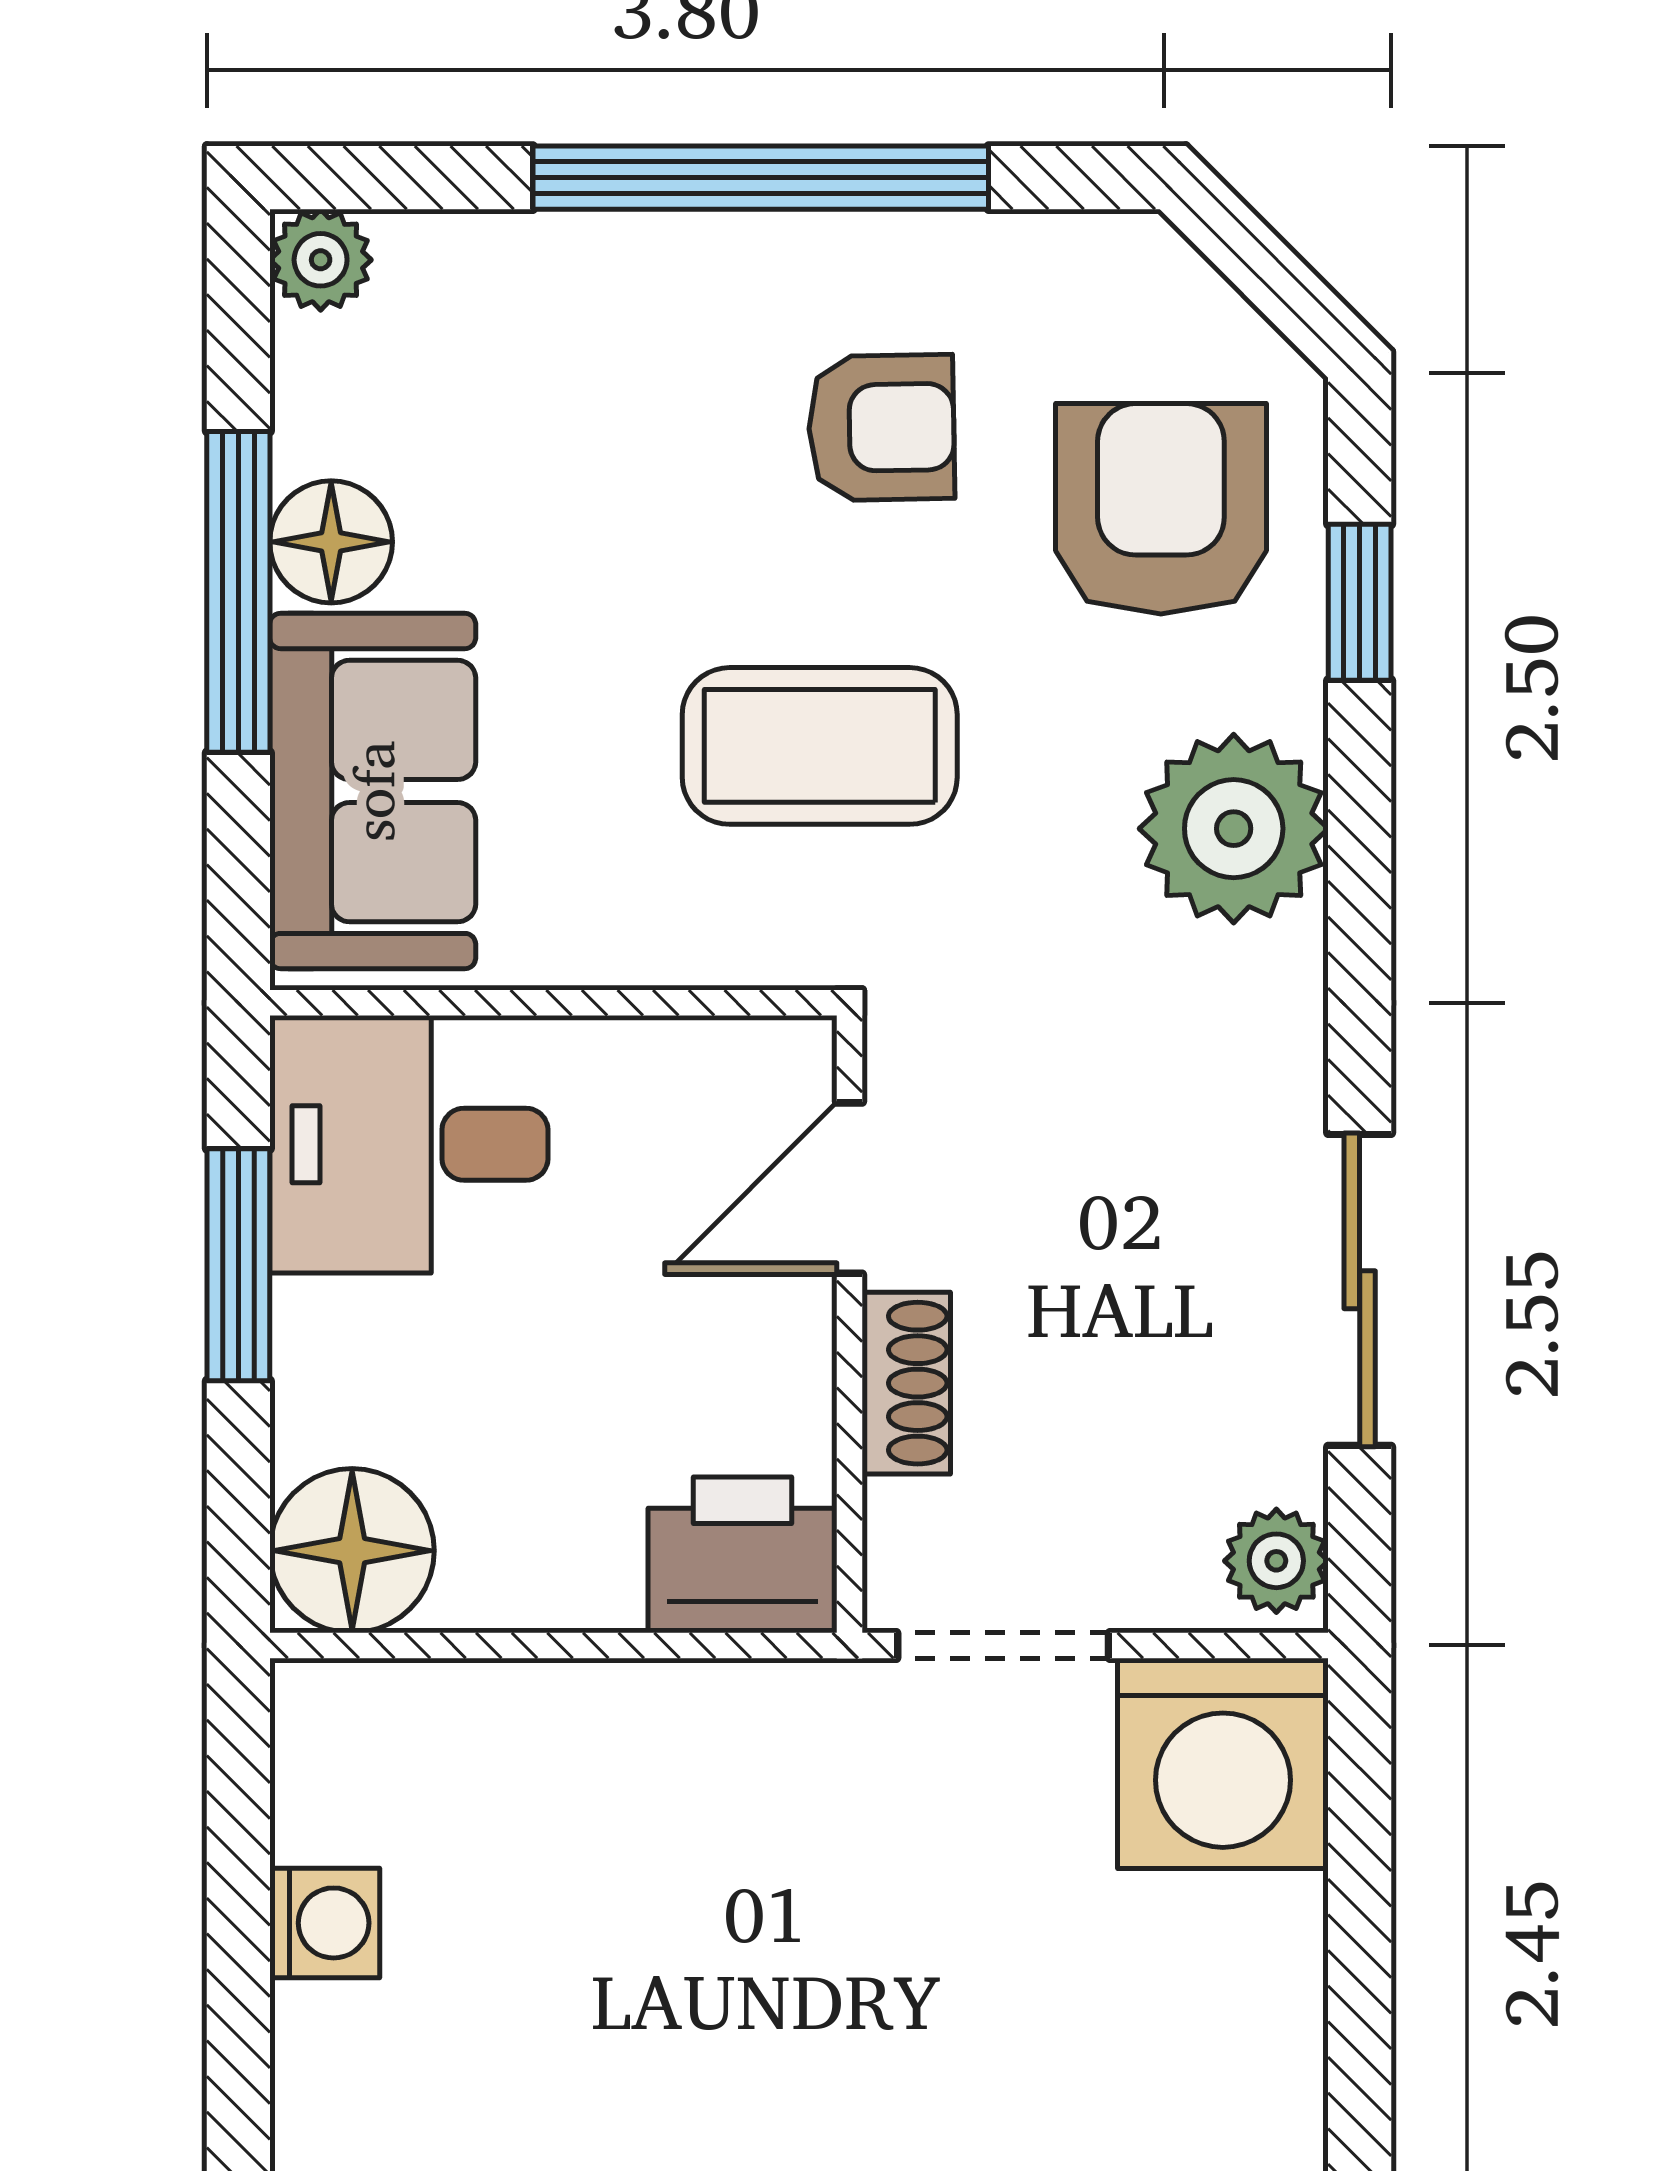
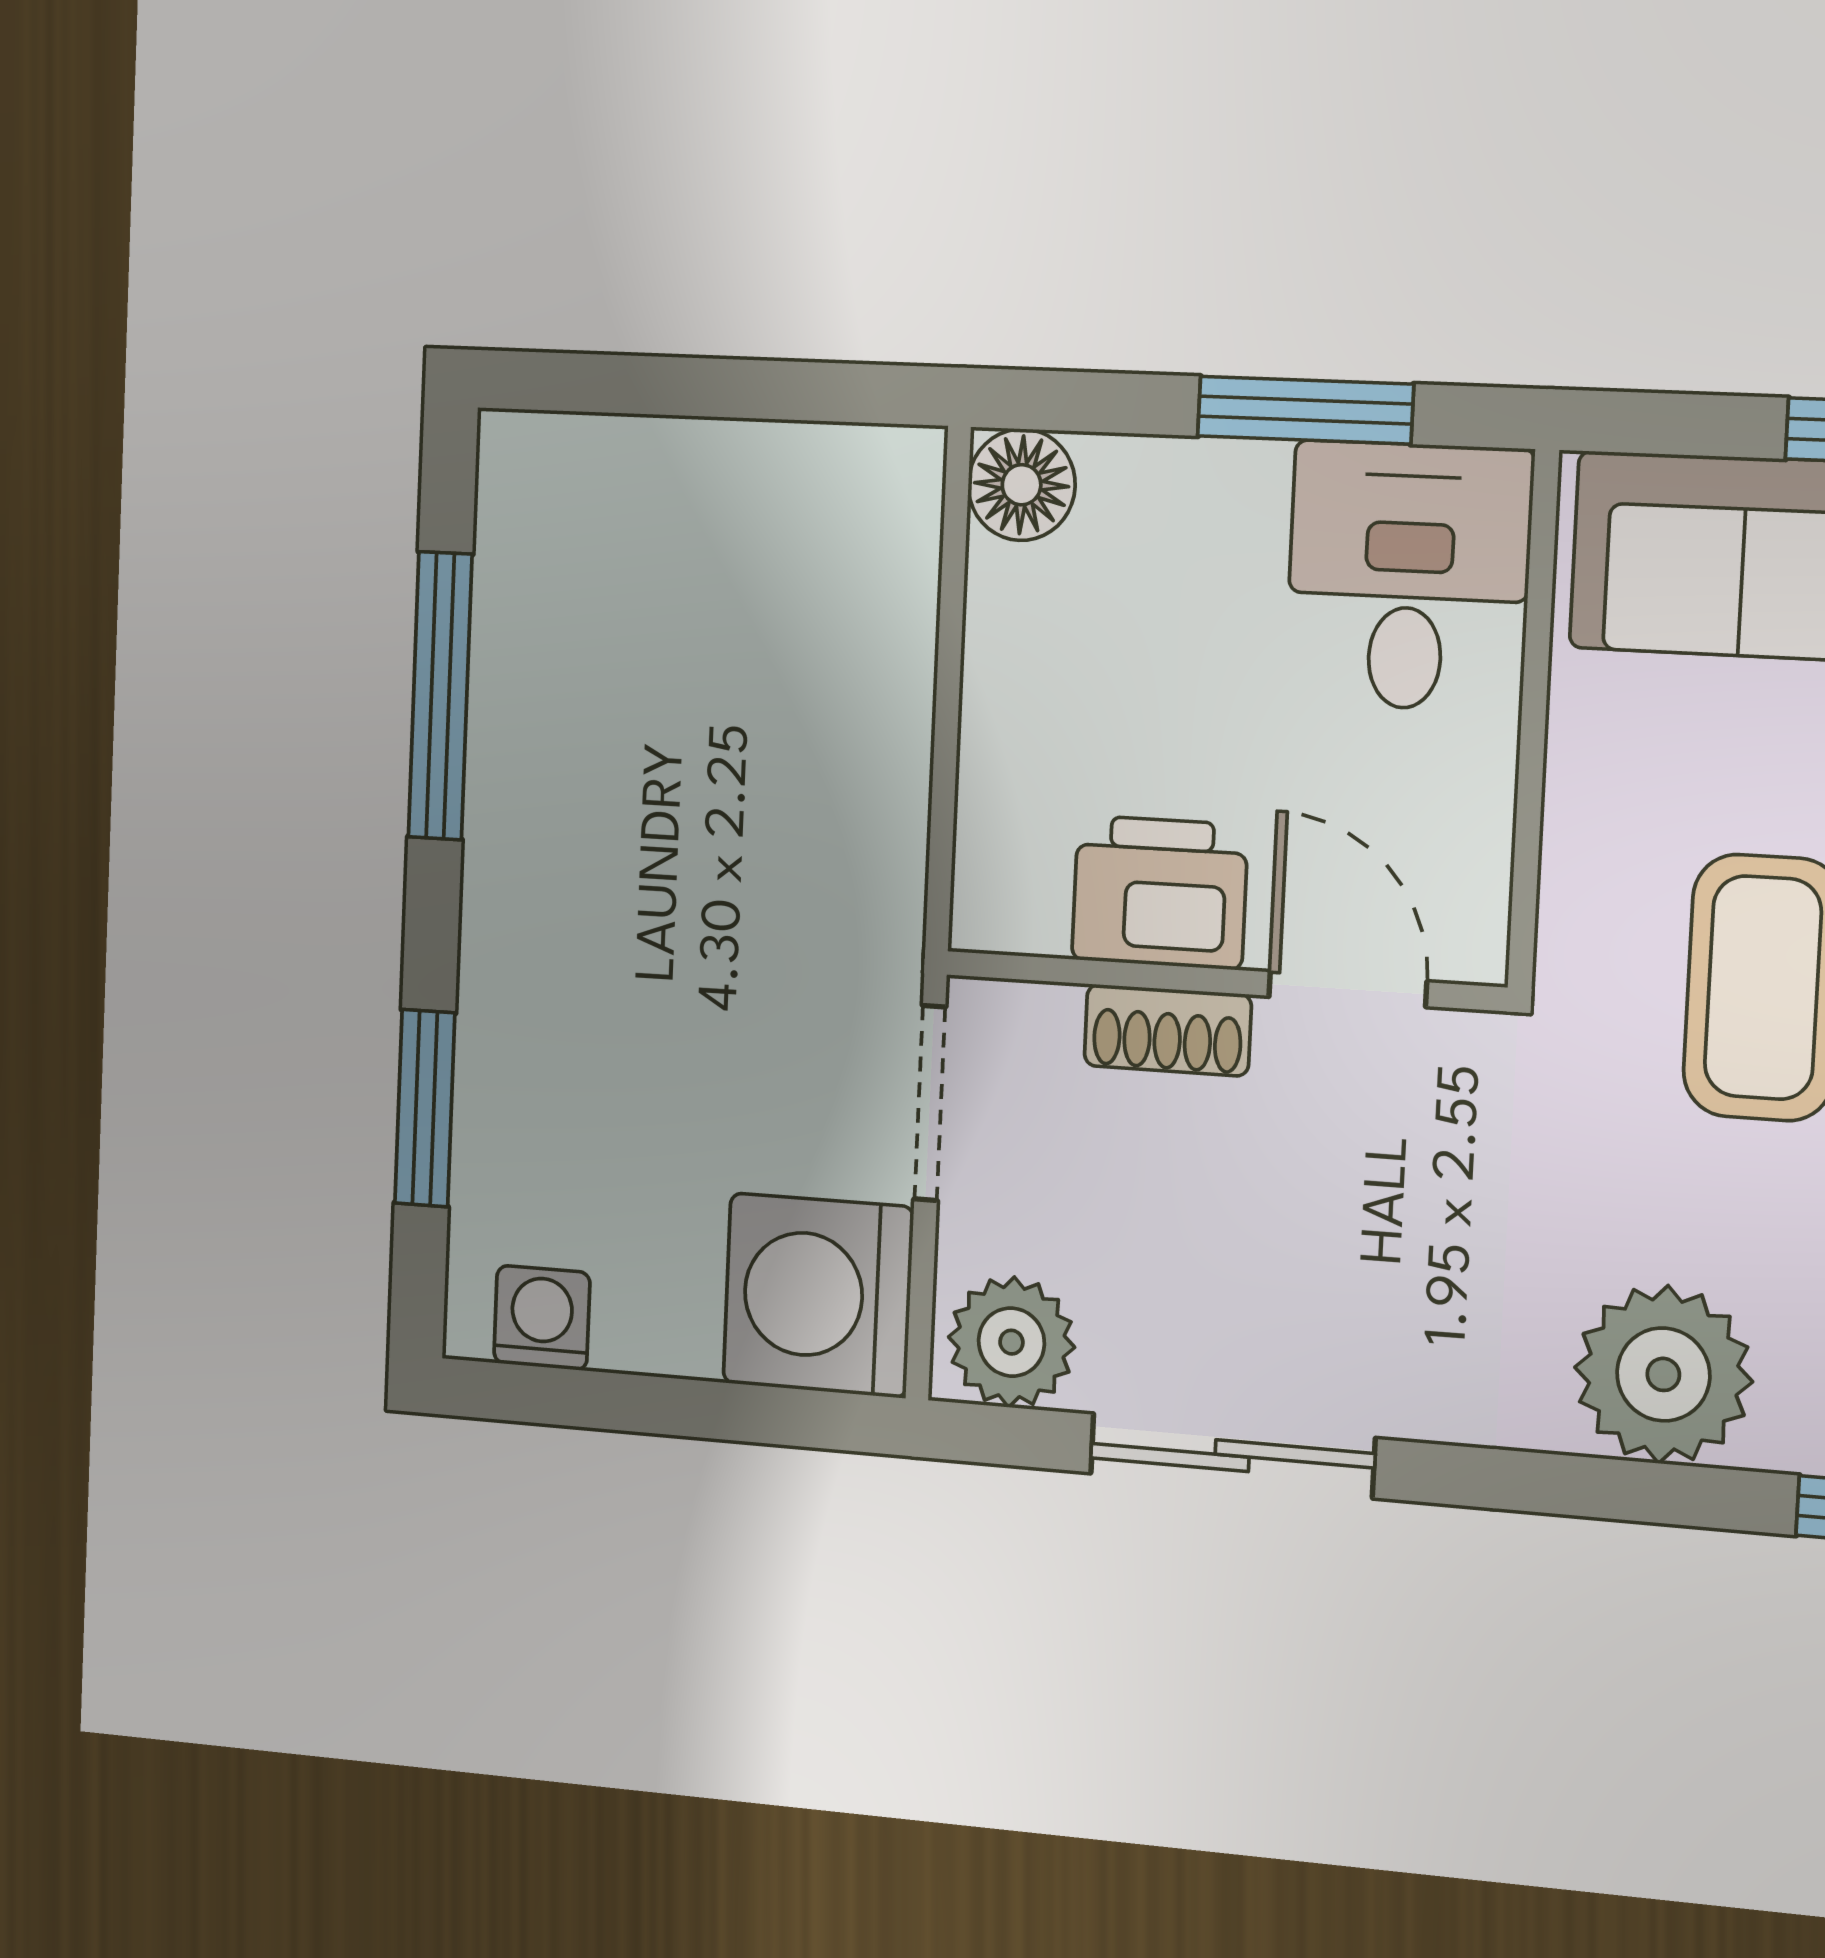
floor lamp: (352, 1551) -> (1022, 485), width x0.73, depth x0.73
printer: (743, 1555) -> (1160, 892), moved, turned -90
plant: (1276, 1561) -> (1011, 1342), width x1.38, depth x1.38
washing machine: (325, 1923) -> (542, 1318), moved, turned 180

